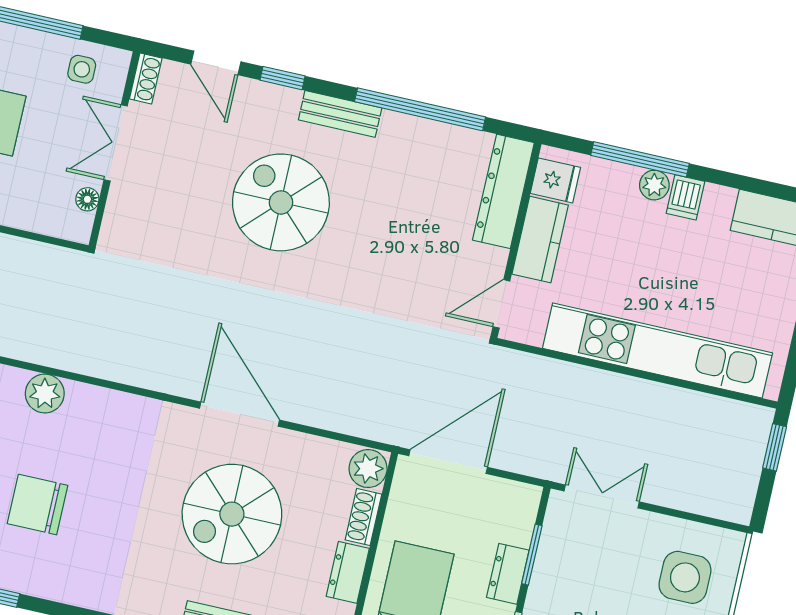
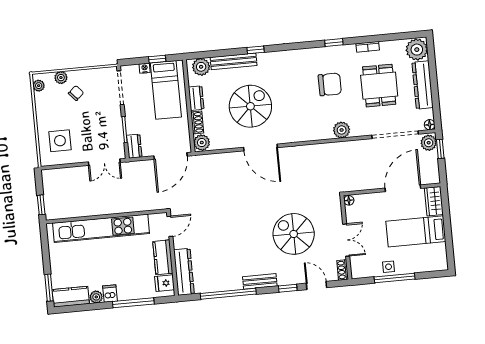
side table: (82, 69) -> (389, 267), moved
plant: (654, 185) -> (96, 297), moved
floor lamp: (87, 199) -> (349, 200), moved
spiral stairs: (281, 202) -> (294, 234), moved, turned 180
dresser: (508, 574) -> (134, 146), moved

